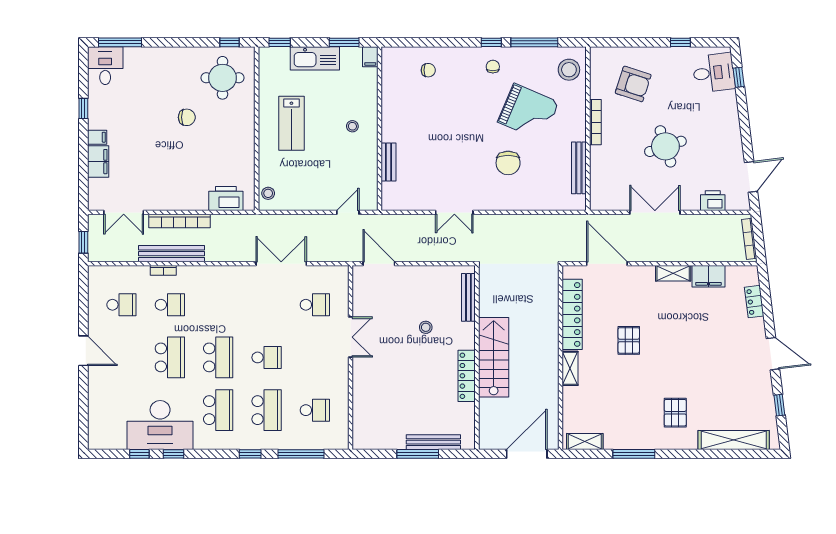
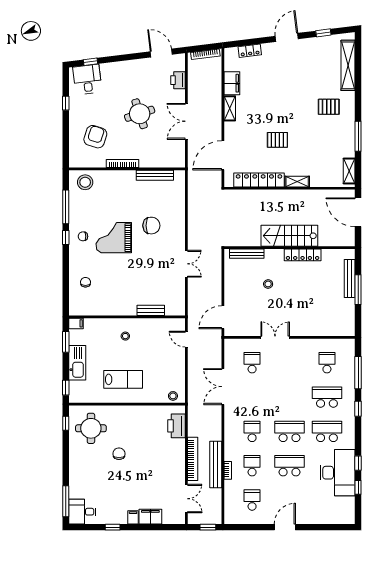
grand piano: (528, 112) -> (114, 238), moved, turned -113
school desk: (267, 357) -> (252, 431), moved

